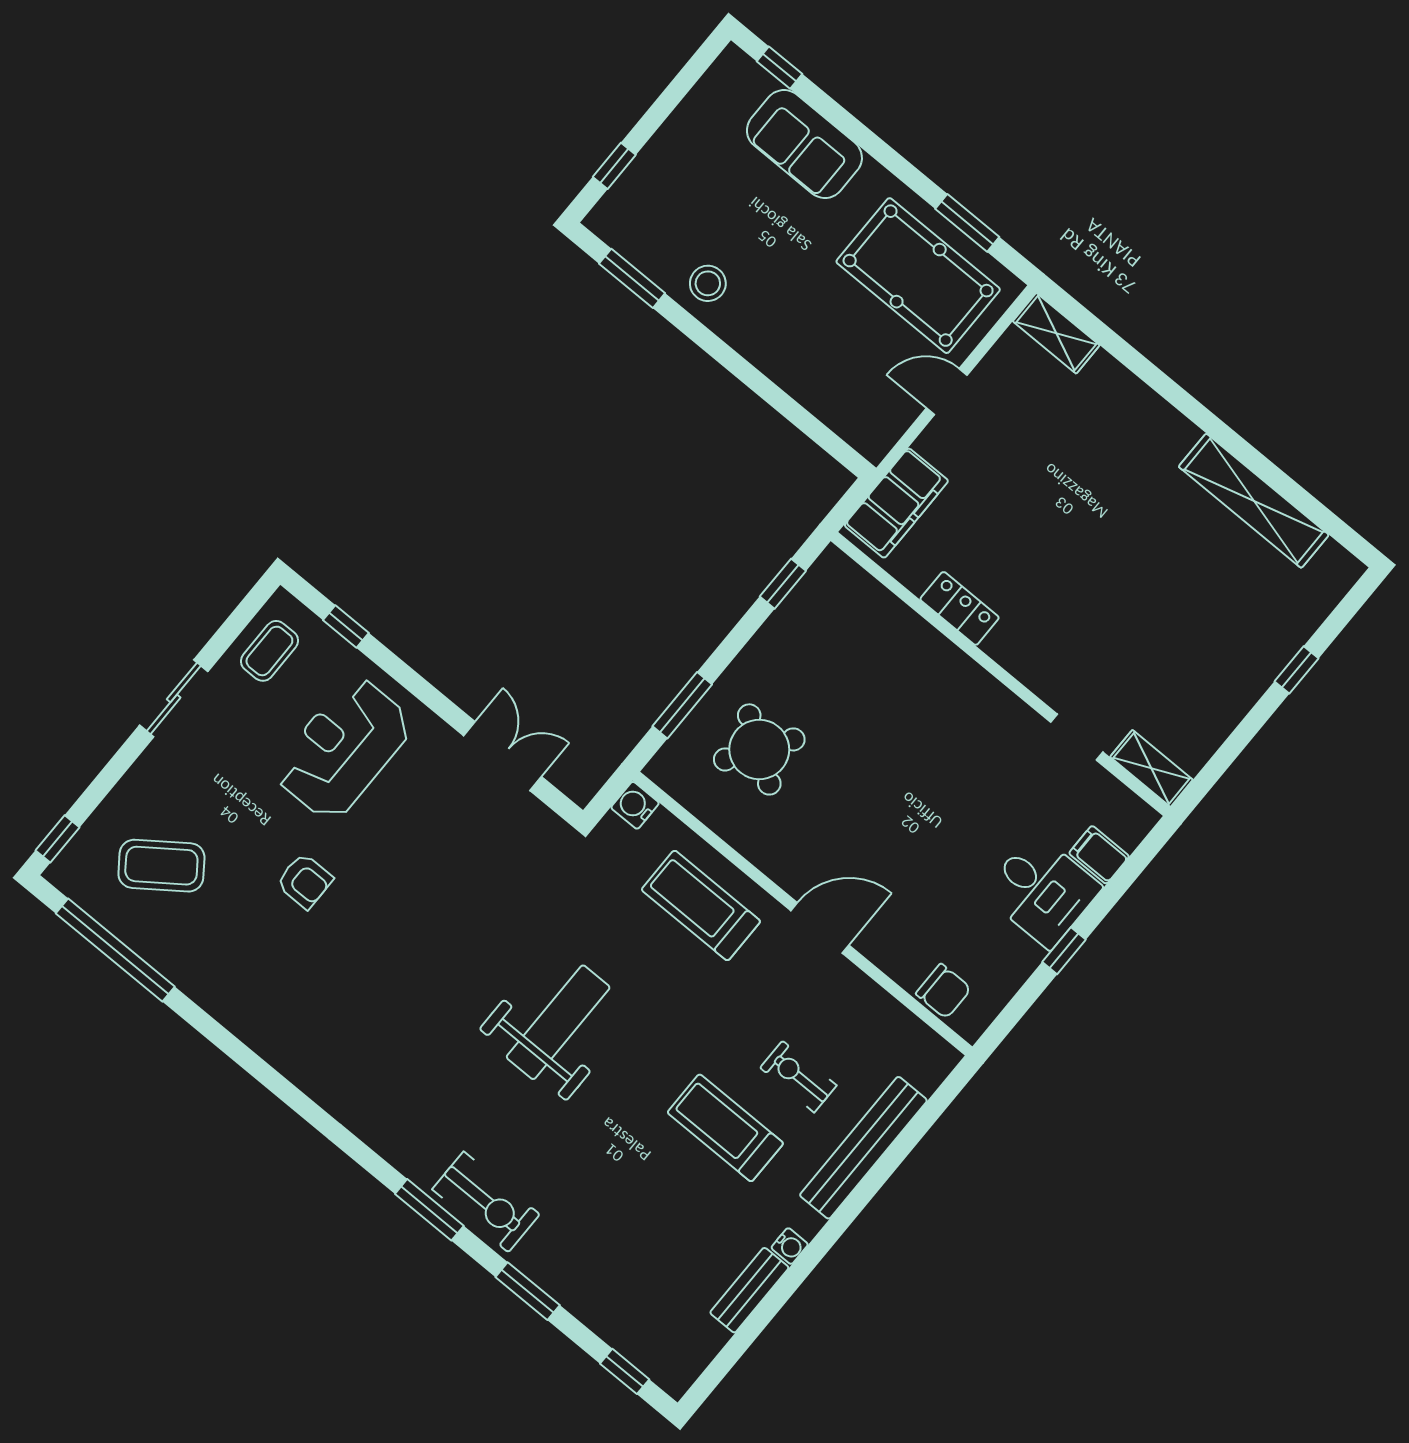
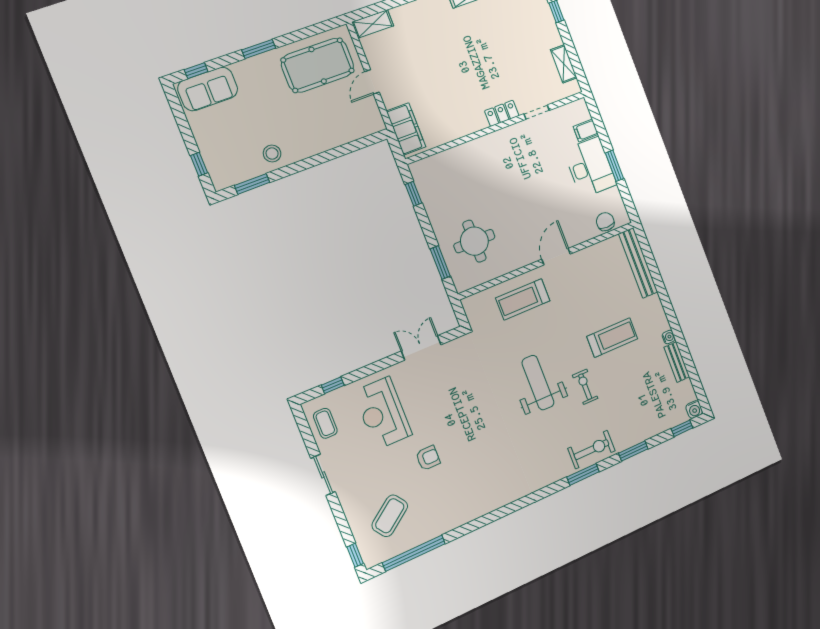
sofa: (804, 144) -> (208, 89), moved
window: (967, 223) -> (259, 49), moved
locker: (960, 608) -> (502, 113), moved
round table: (759, 749) -> (474, 241), turned -34
shelving: (1151, 768) -> (564, 64), moved, turned 90
water cooler: (635, 805) -> (694, 409), moved, turned -90
desk: (1042, 891) -> (590, 167), width x1.37
window: (1064, 951) -> (614, 166), width x1.50
chair: (944, 991) -> (605, 222), turned -90
exercise bike: (798, 1077) -> (585, 387), moved, turned 90
treadmill: (725, 1128) -> (612, 338), turned 180
bench: (863, 1148) -> (638, 263), moved

